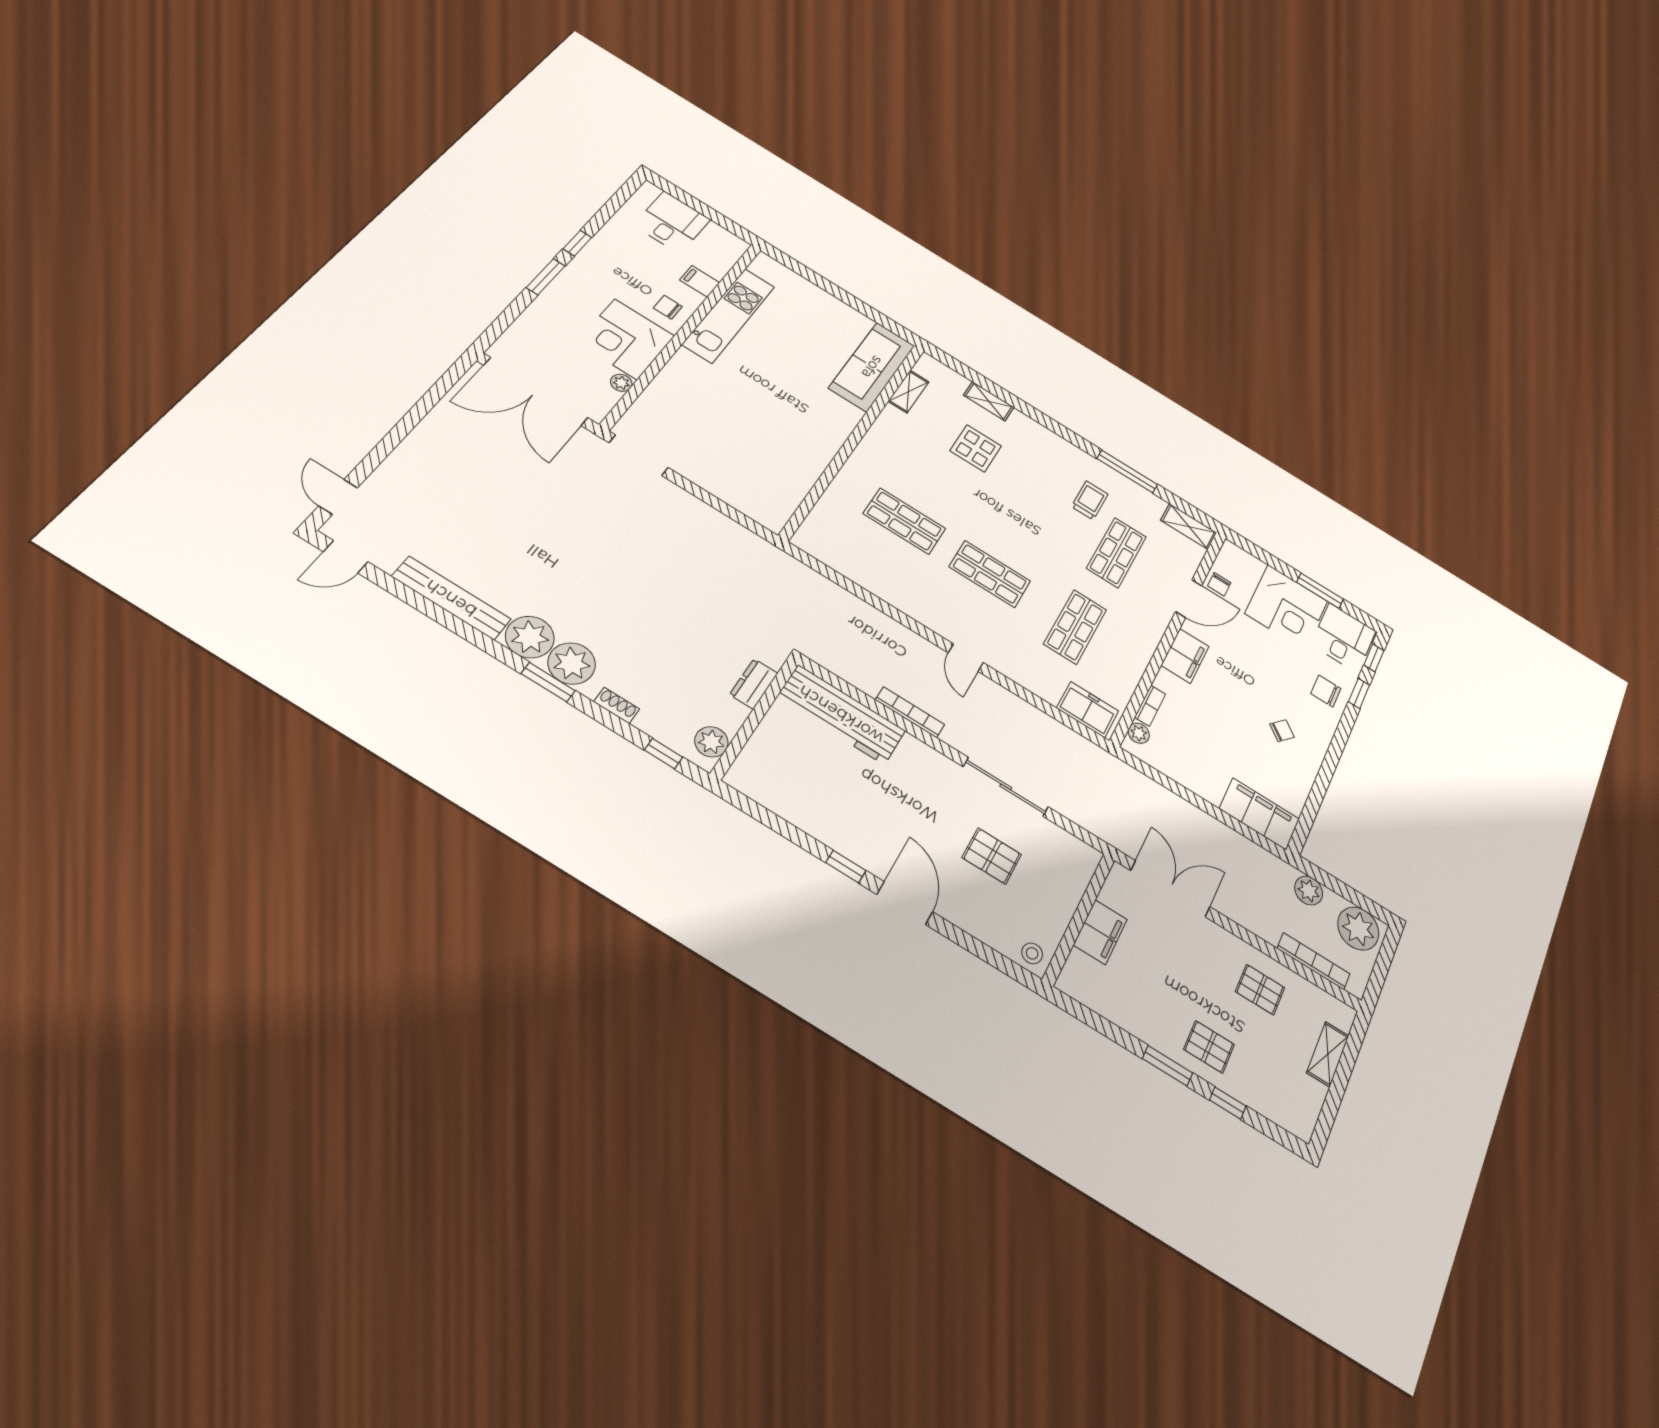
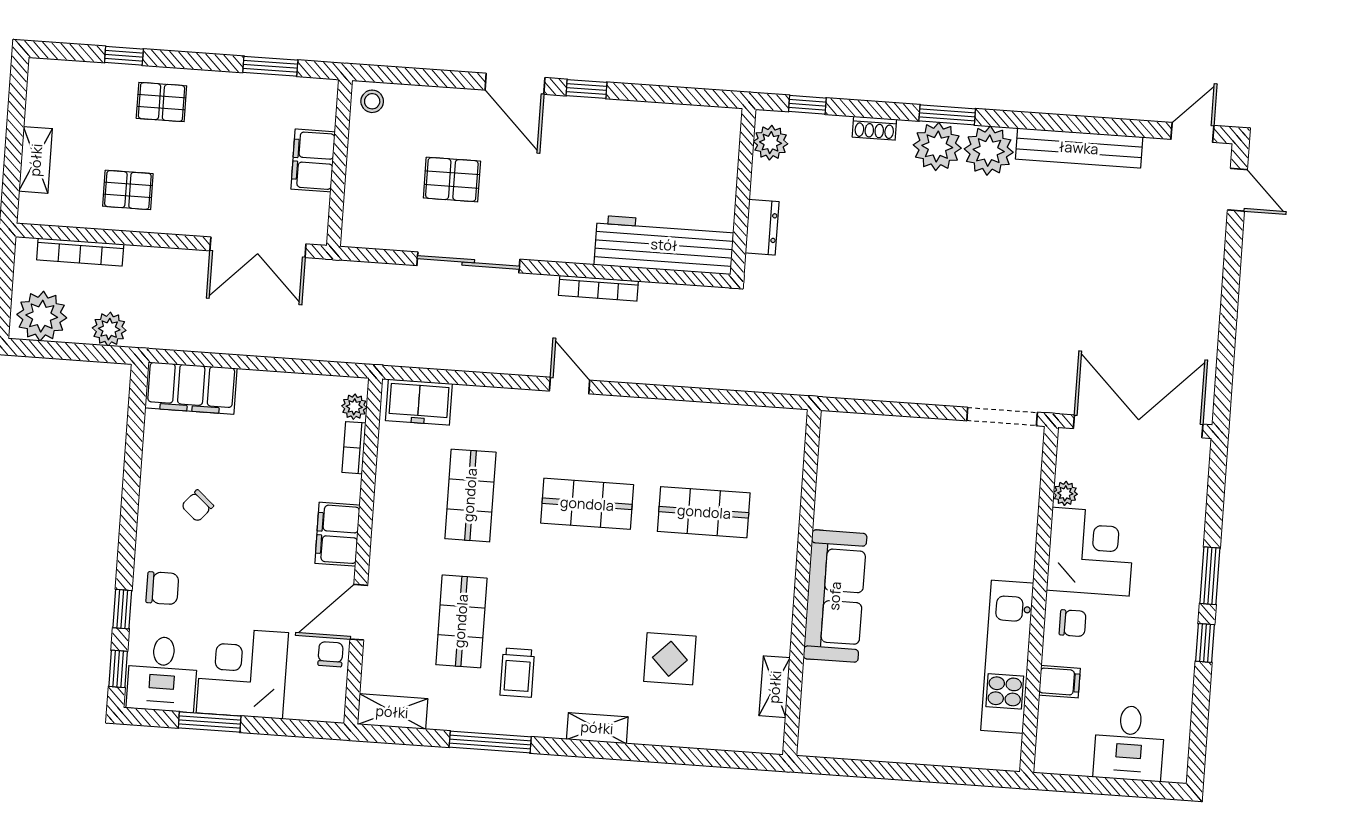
sofa: (872, 367) -> (835, 596), moved
shelving: (989, 401) -> (597, 728), moved
window: (1168, 1066) -> (270, 66), moved

